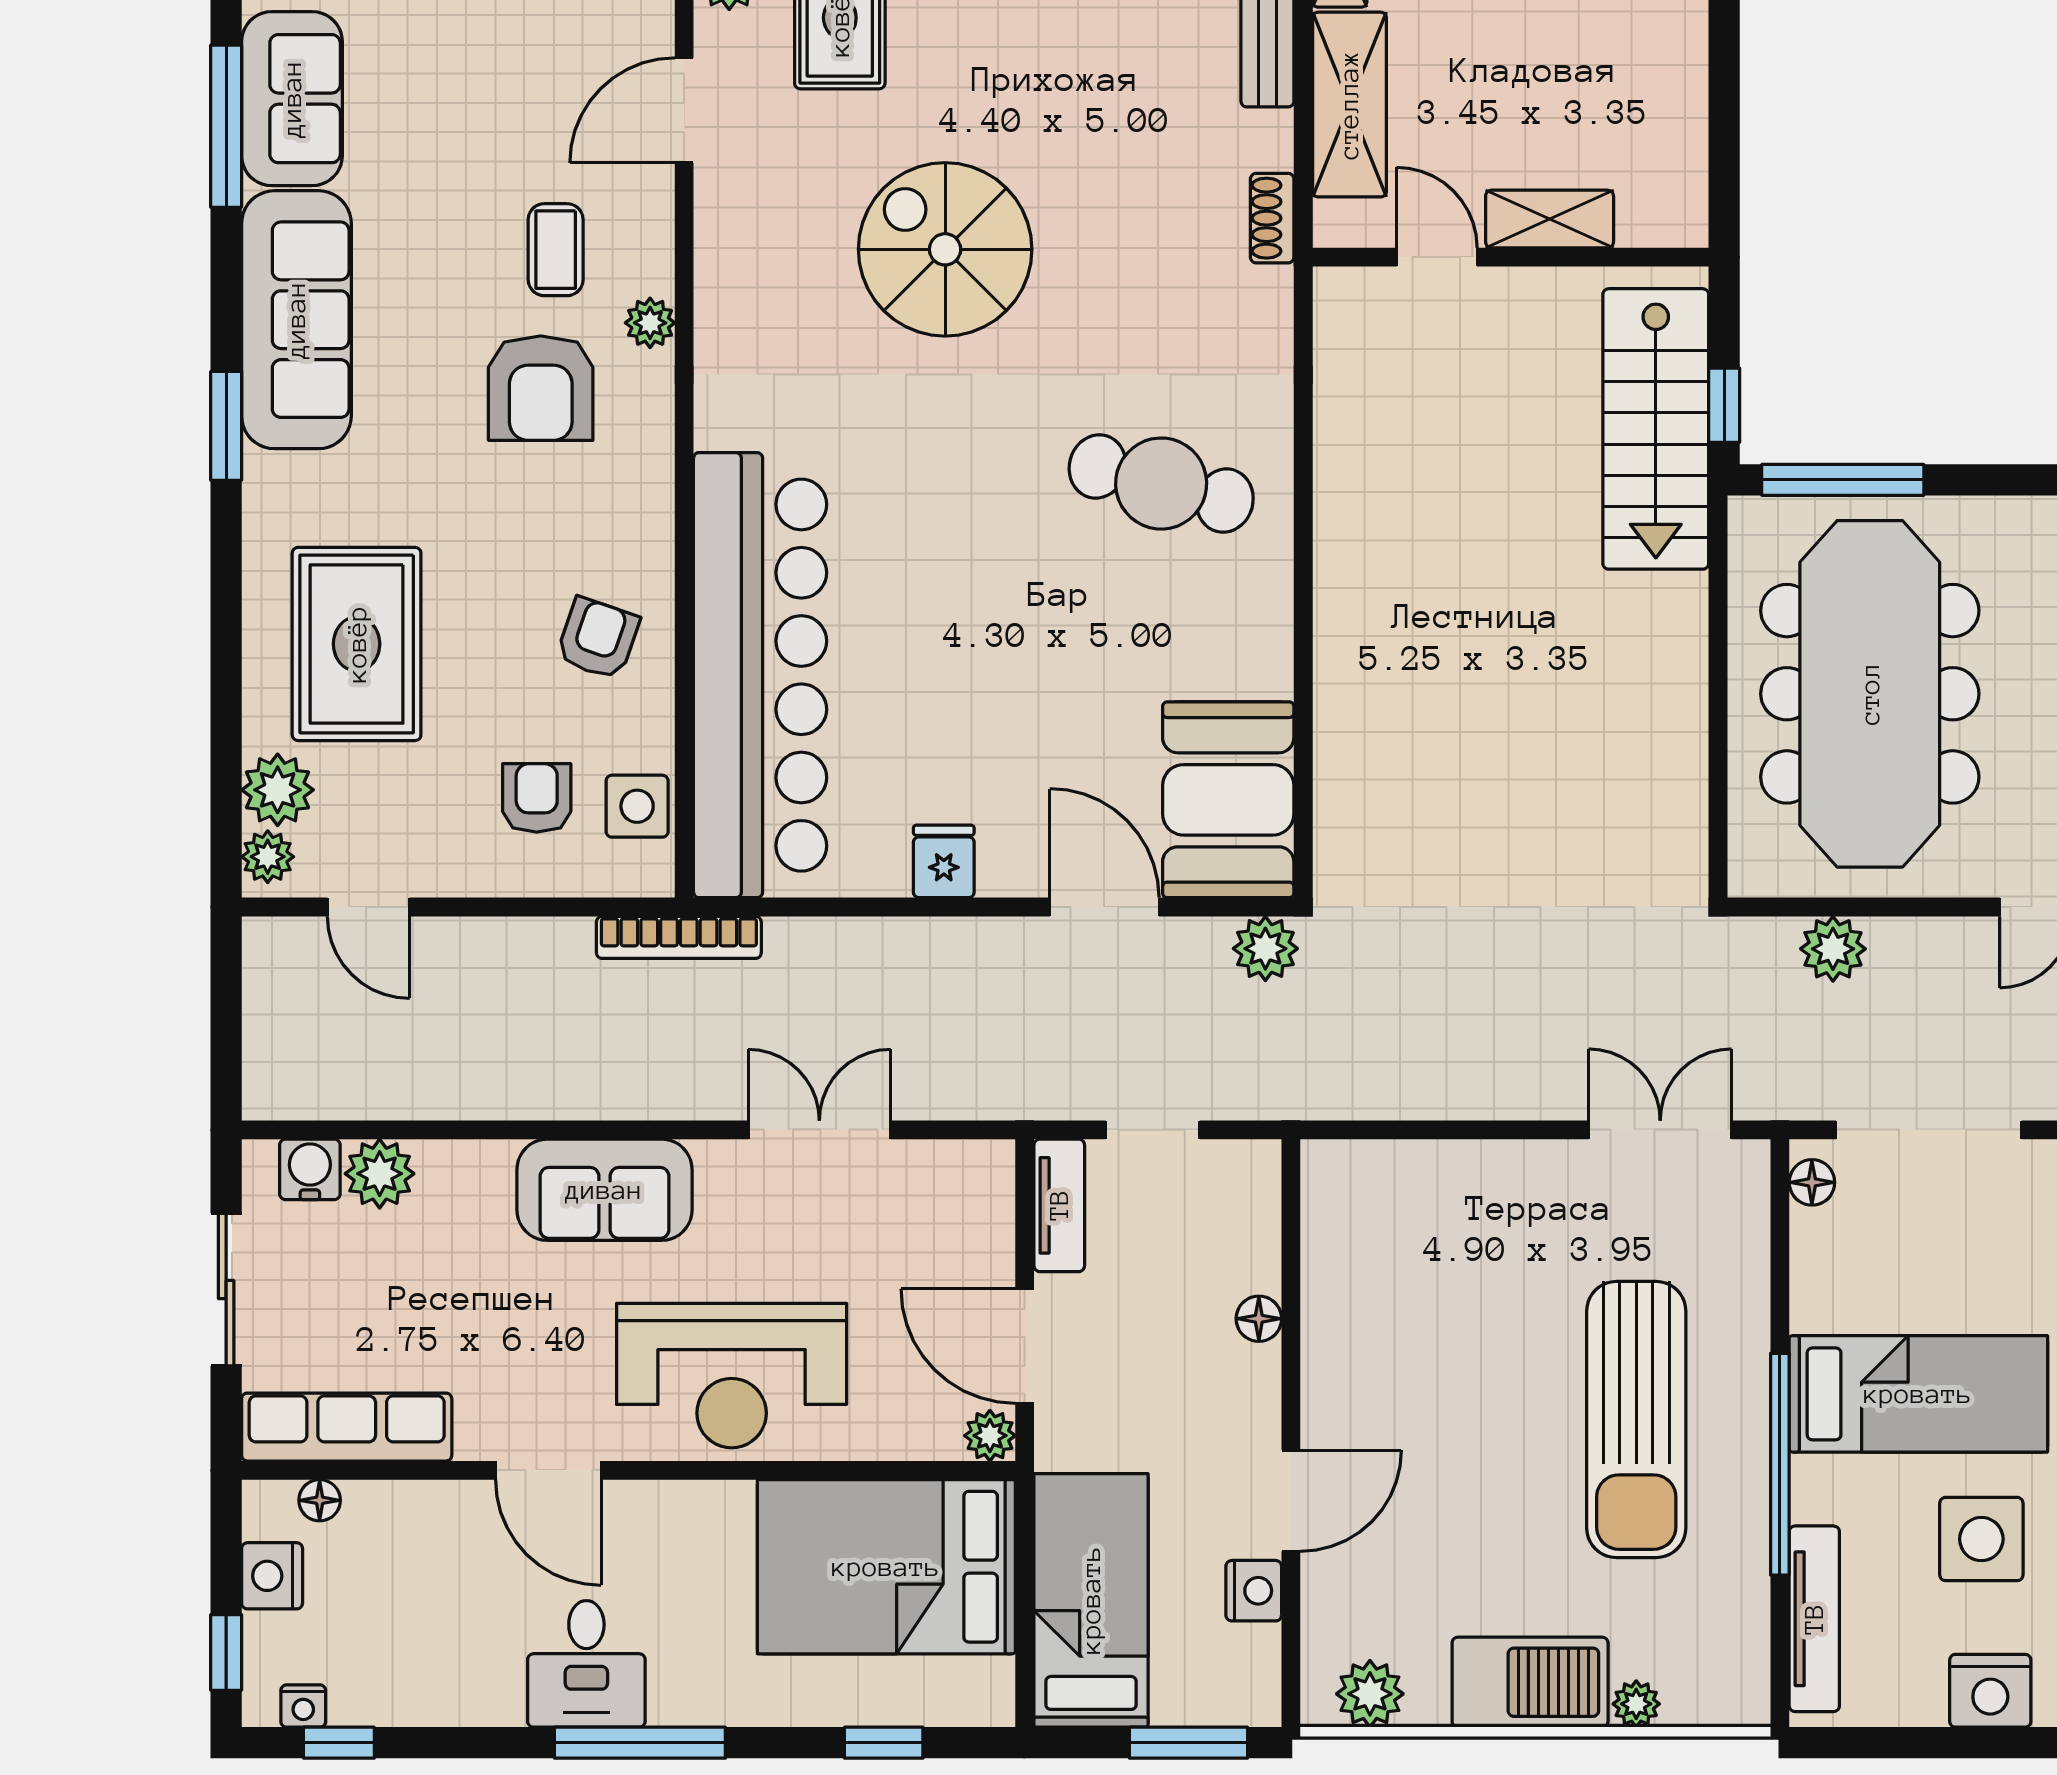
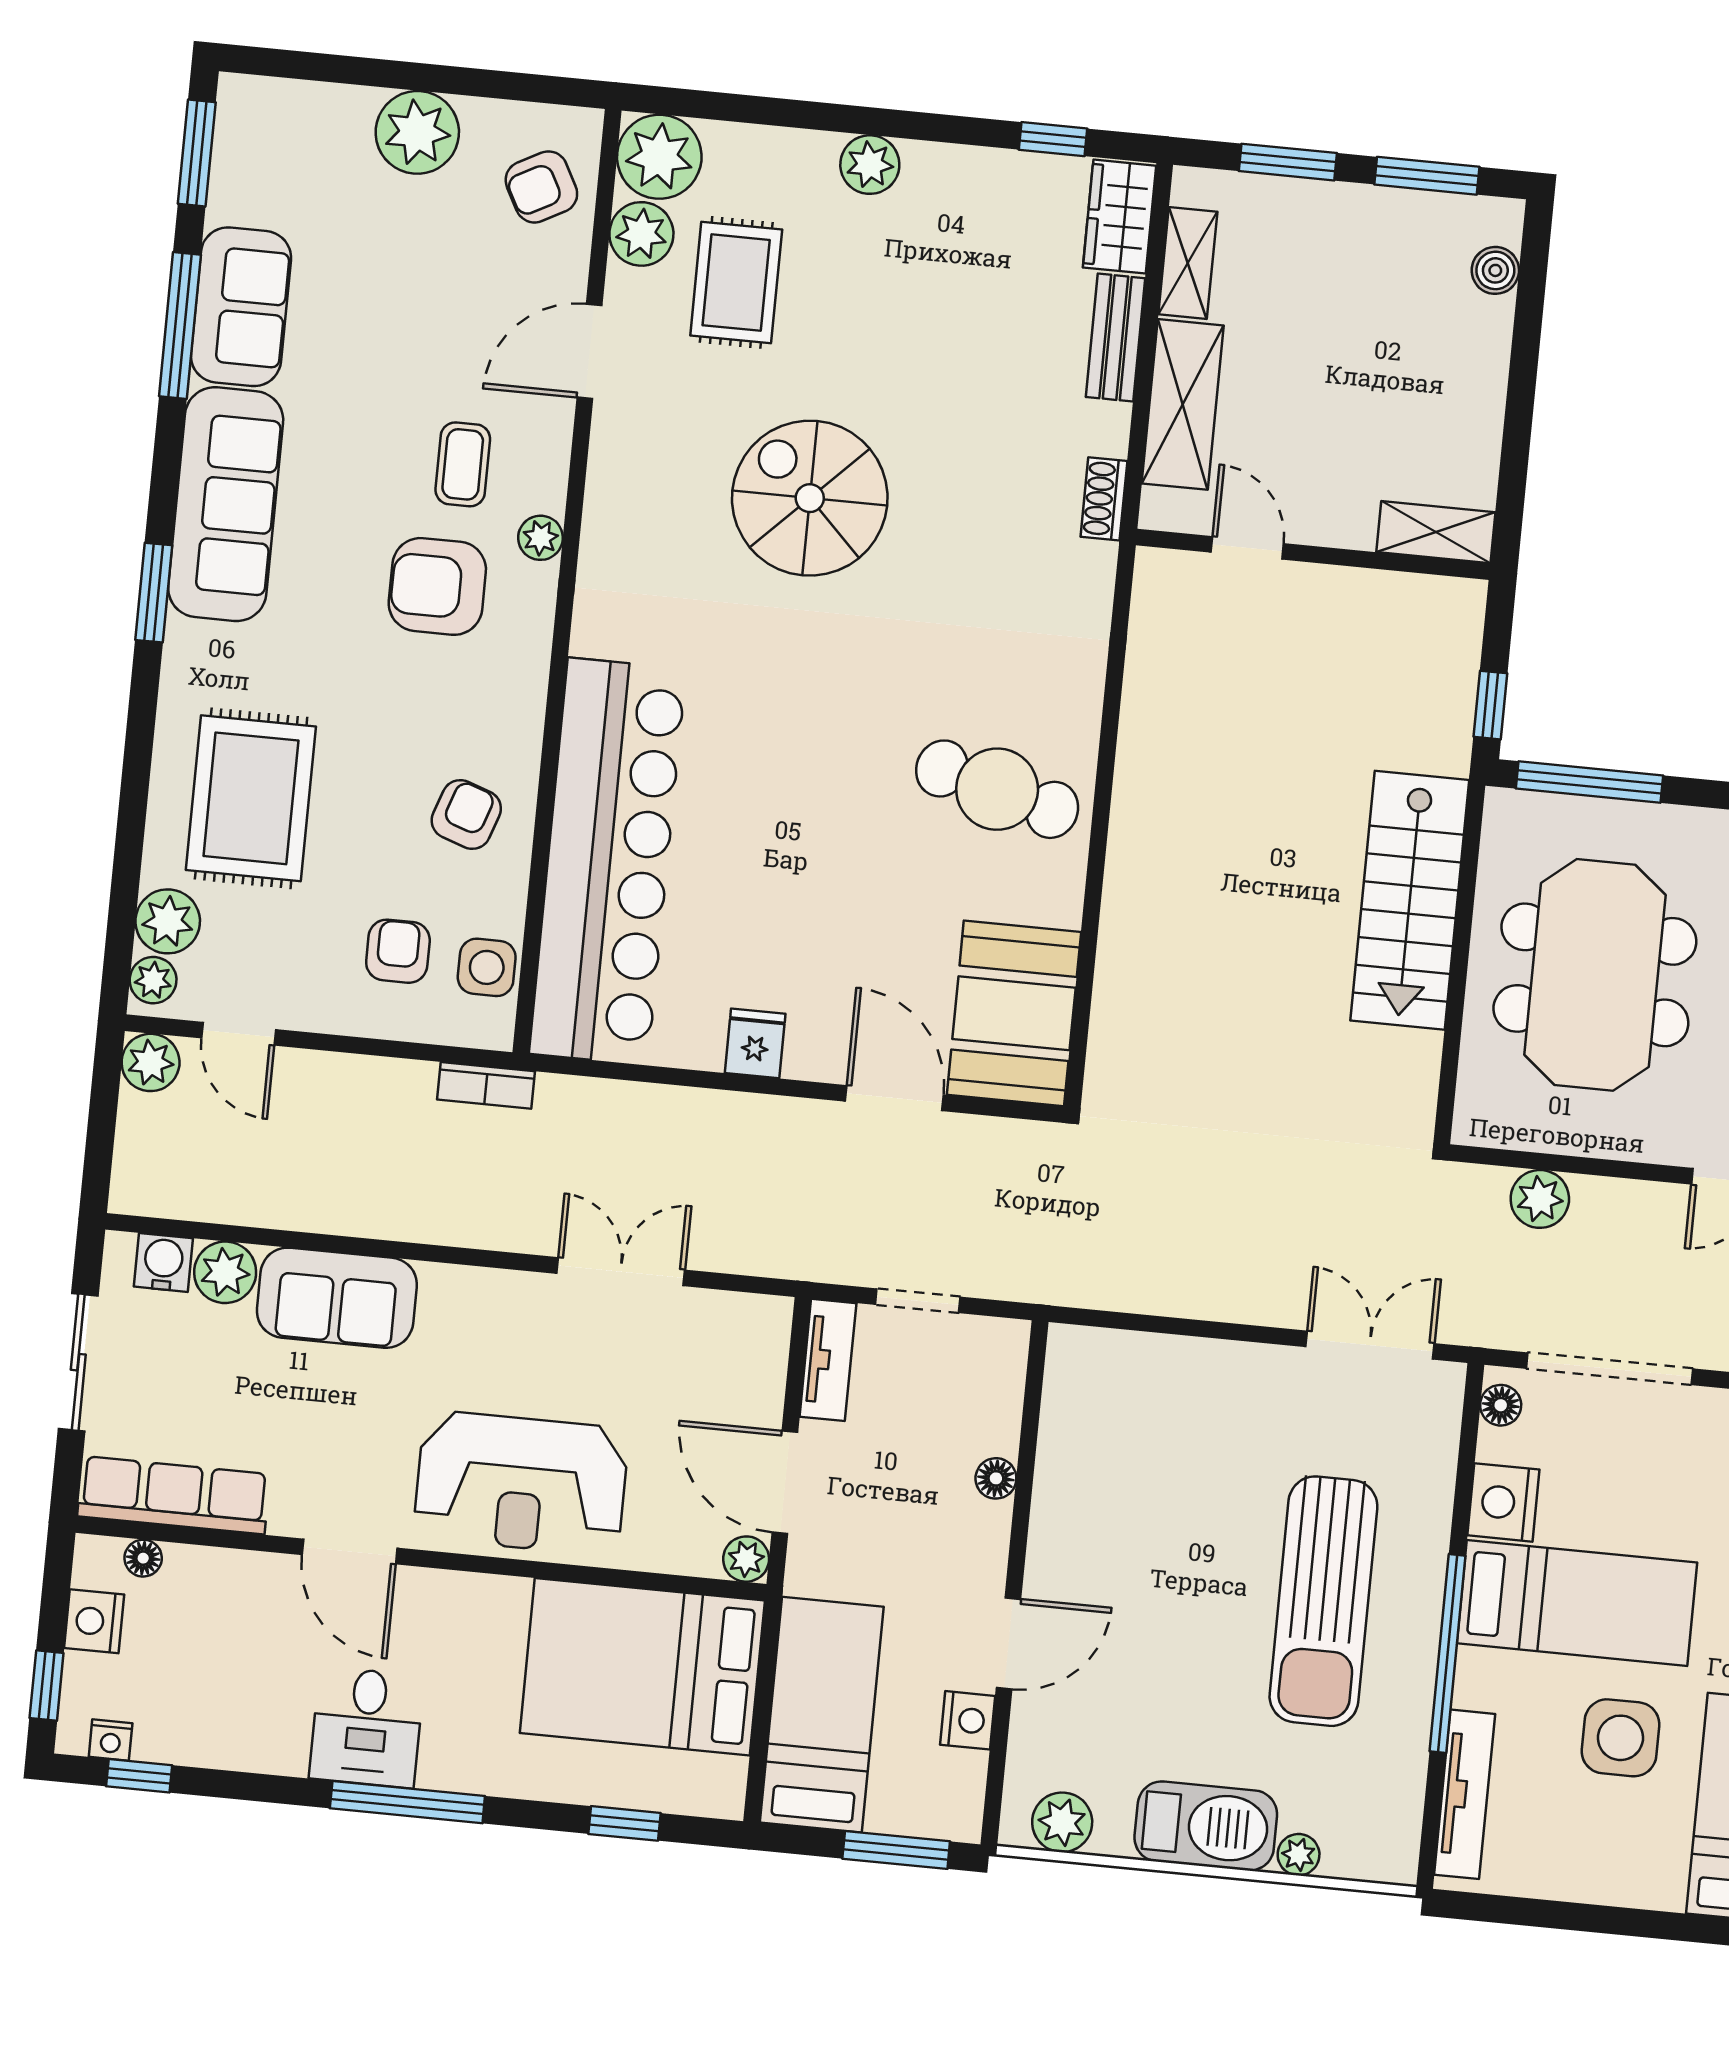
shelving: (1550, 219) -> (1436, 532), moved
armchair: (541, 388) -> (437, 586), turned 90
stairs: (1656, 429) -> (1410, 900), moved
cafe table: (1161, 484) -> (997, 789), moved
meeting table: (1870, 694) -> (1595, 975), width x0.73
bookcase: (679, 937) -> (486, 1085), width x0.64
plant: (1265, 949) -> (151, 1062), moved
sofa: (604, 1190) -> (337, 1298), moved
nightstand: (1990, 1691) -> (1503, 1502), moved, turned 90

